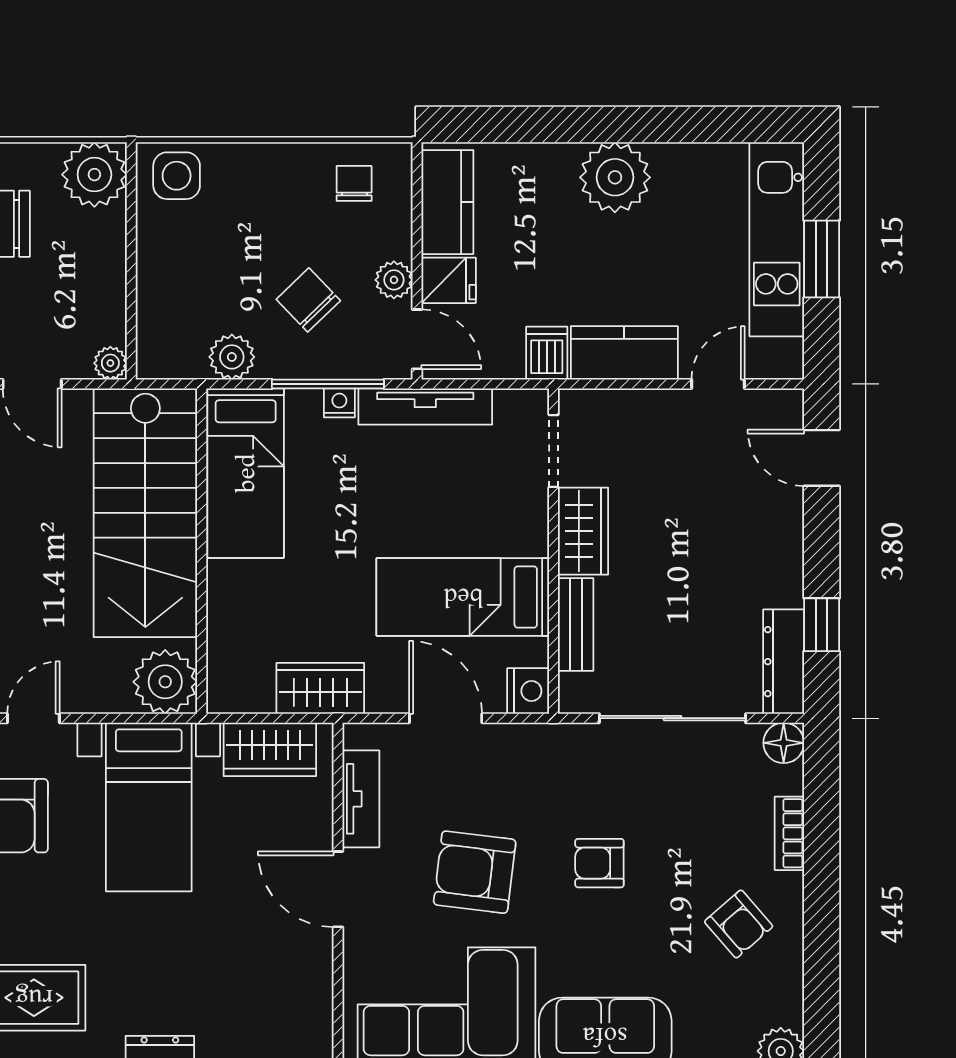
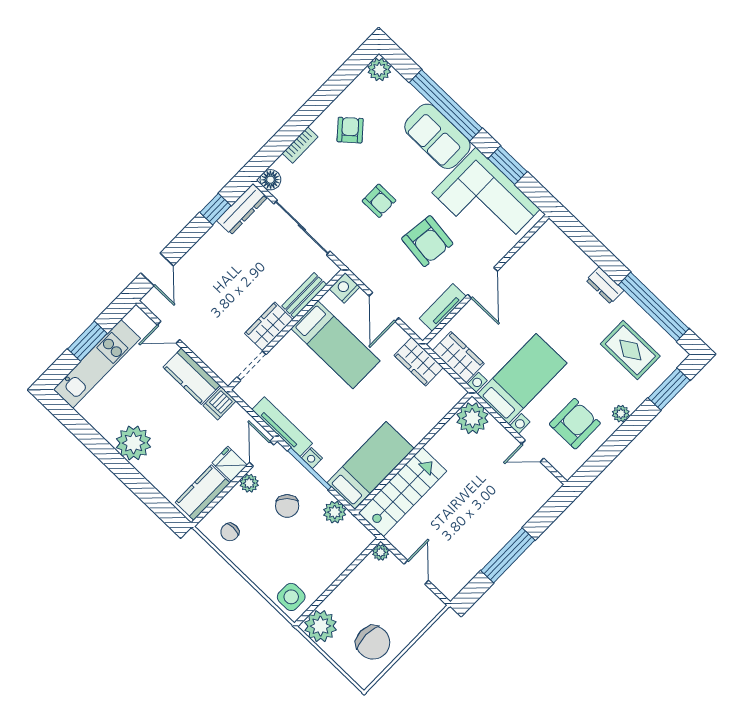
stairs: (145, 513) -> (403, 492), width x0.73, depth x0.66

